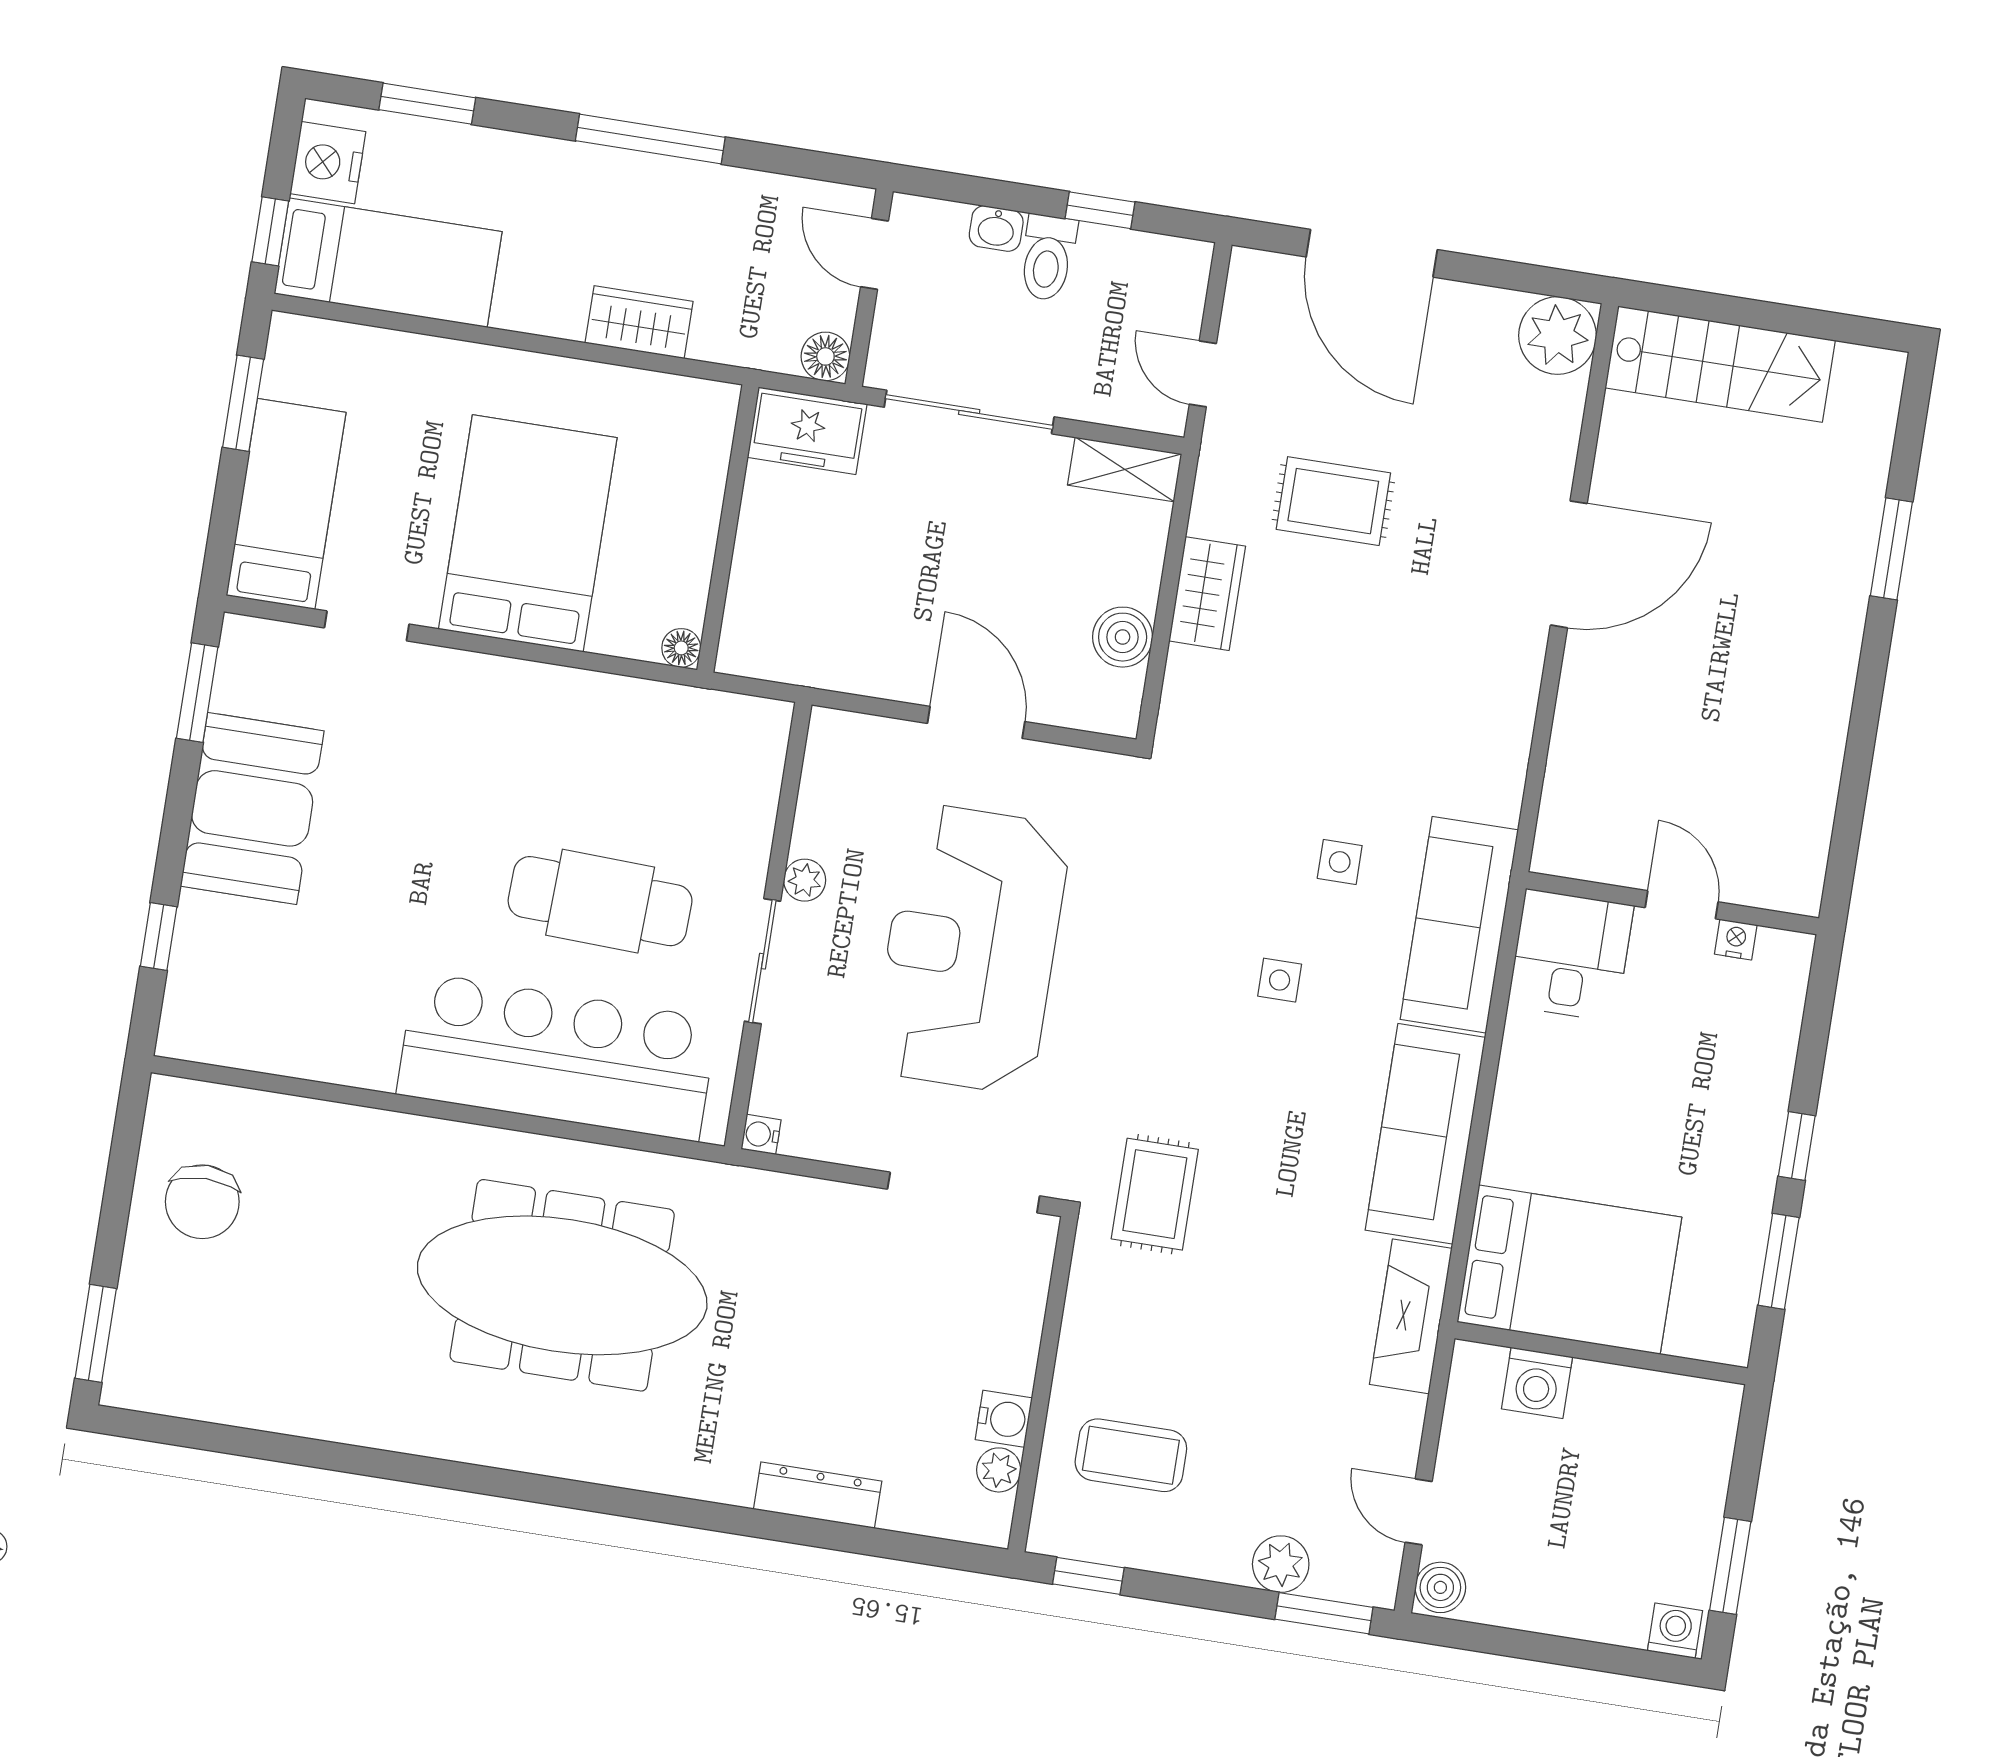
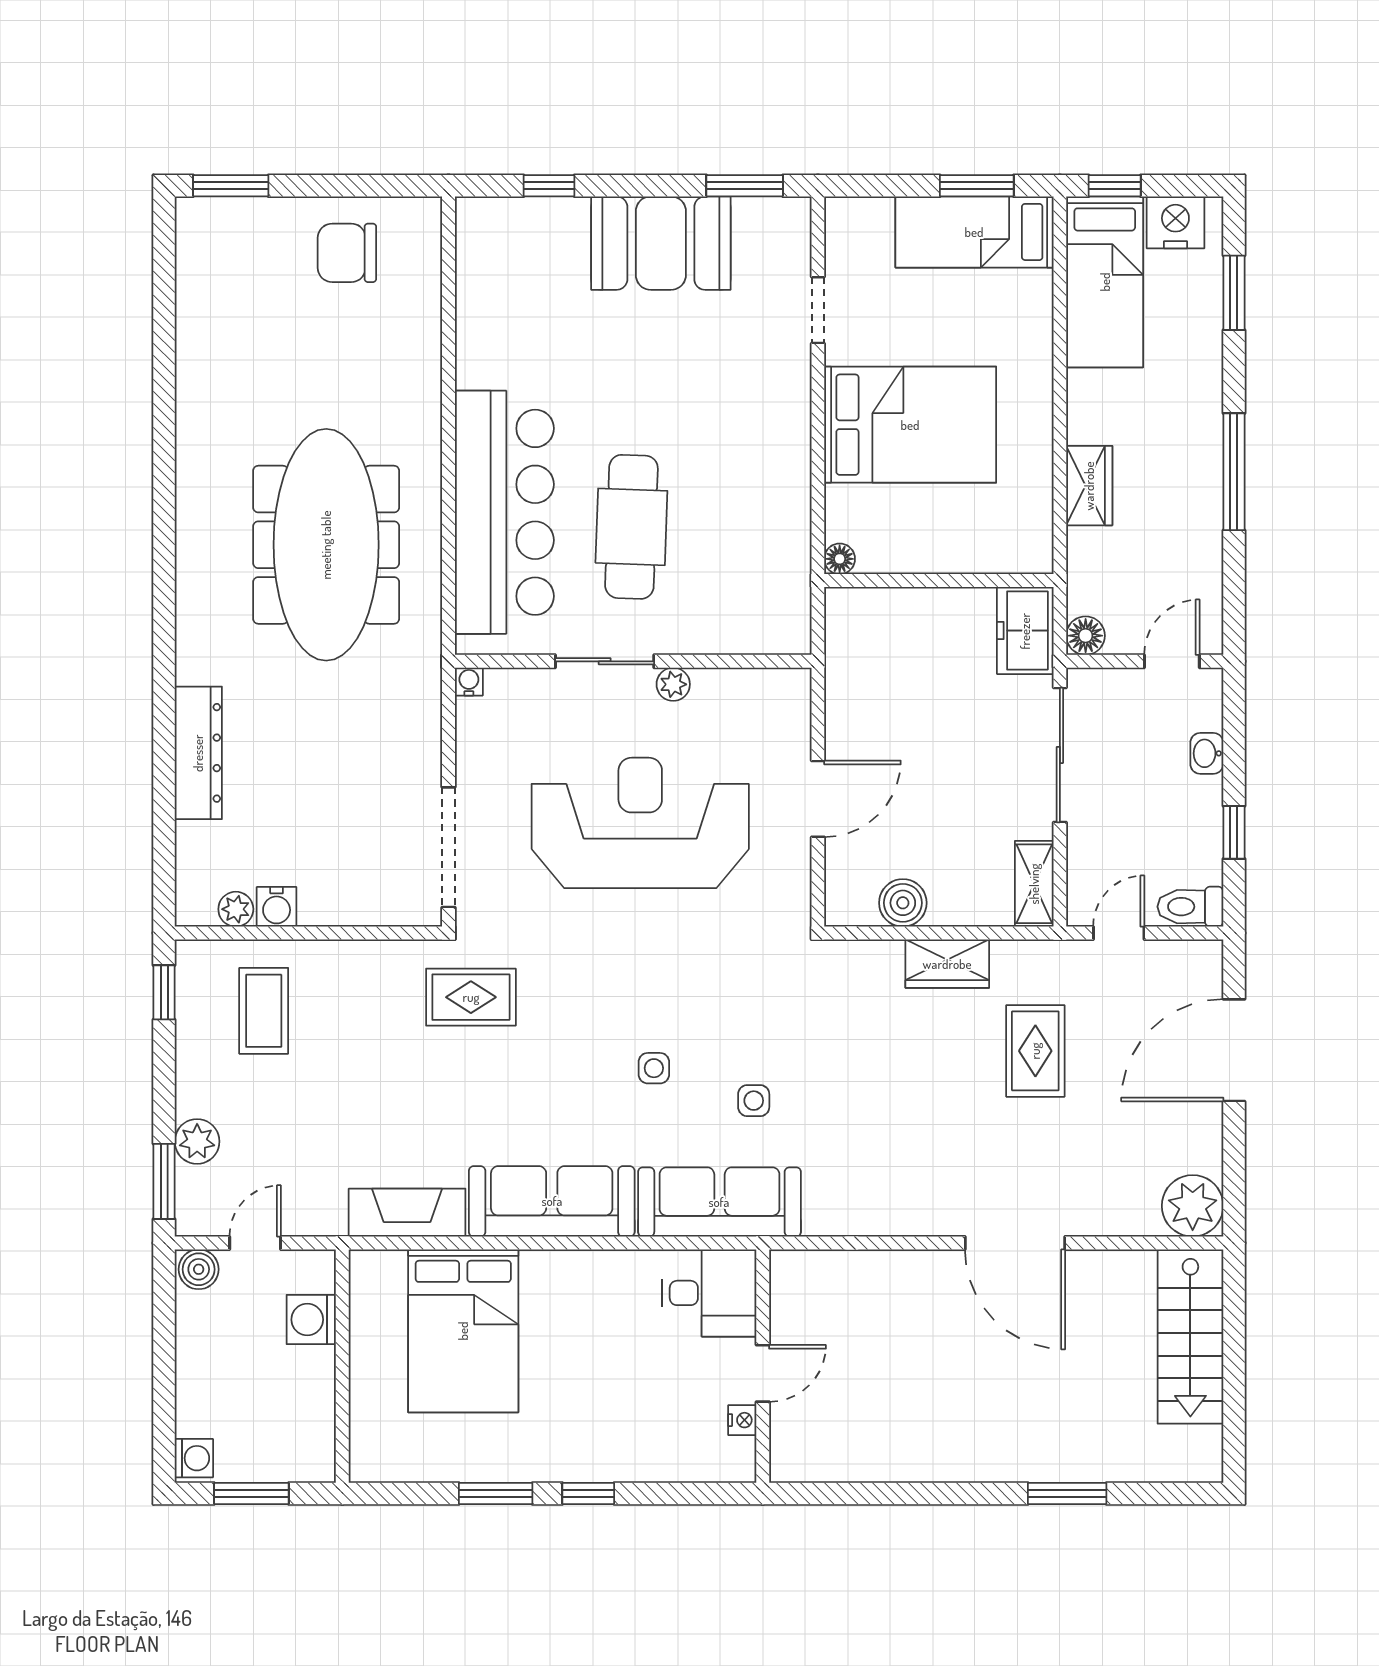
toilet: (1048, 258) -> (1190, 907), moved
bed: (286, 504) -> (974, 232), moved, turned 180
wall: (1601, 1353) -> (342, 1366), moved
washing machine: (1537, 1383) -> (311, 1320), moved
dresser: (818, 1495) -> (198, 753), width x1.37, depth x1.24

